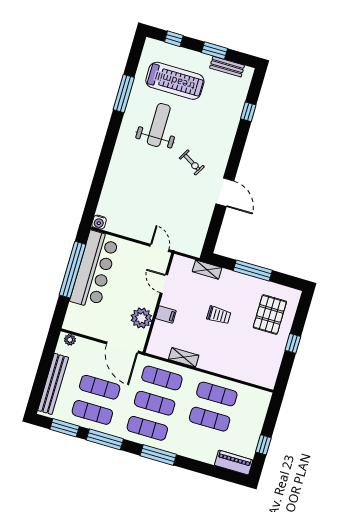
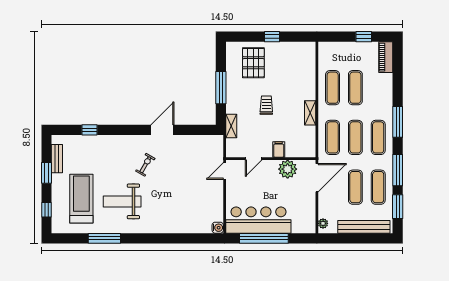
pallet: (270, 314) -> (253, 63), turned 90
shelving: (184, 357) -> (310, 113), moved

